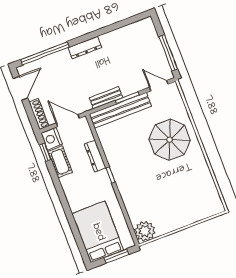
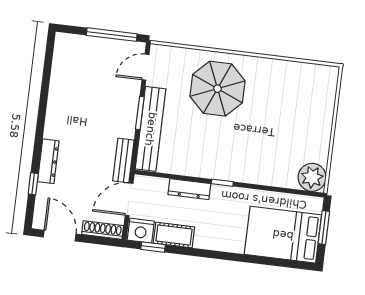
dresser: (85, 48) -> (48, 161), moved
window: (45, 53) -> (33, 184), width x0.32
bench: (106, 98) -> (123, 160), moved

